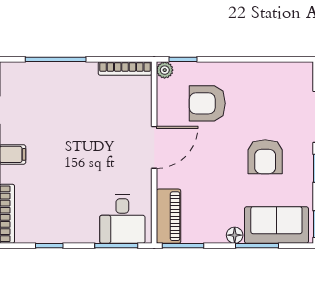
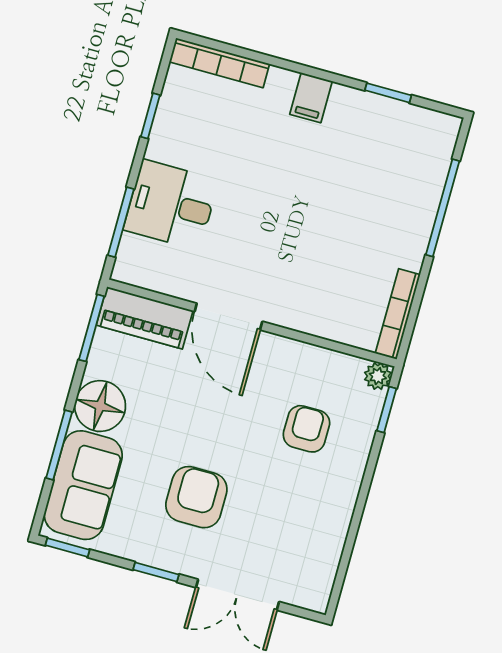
armchair: (207, 103) -> (306, 429), width x0.72, depth x0.72
door: (154, 147) -> (228, 317), moved
armchair: (265, 157) -> (196, 497), turned 90
desk: (122, 219) -> (171, 205), moved
floor lamp: (235, 235) -> (100, 406), width x1.89, depth x1.89

